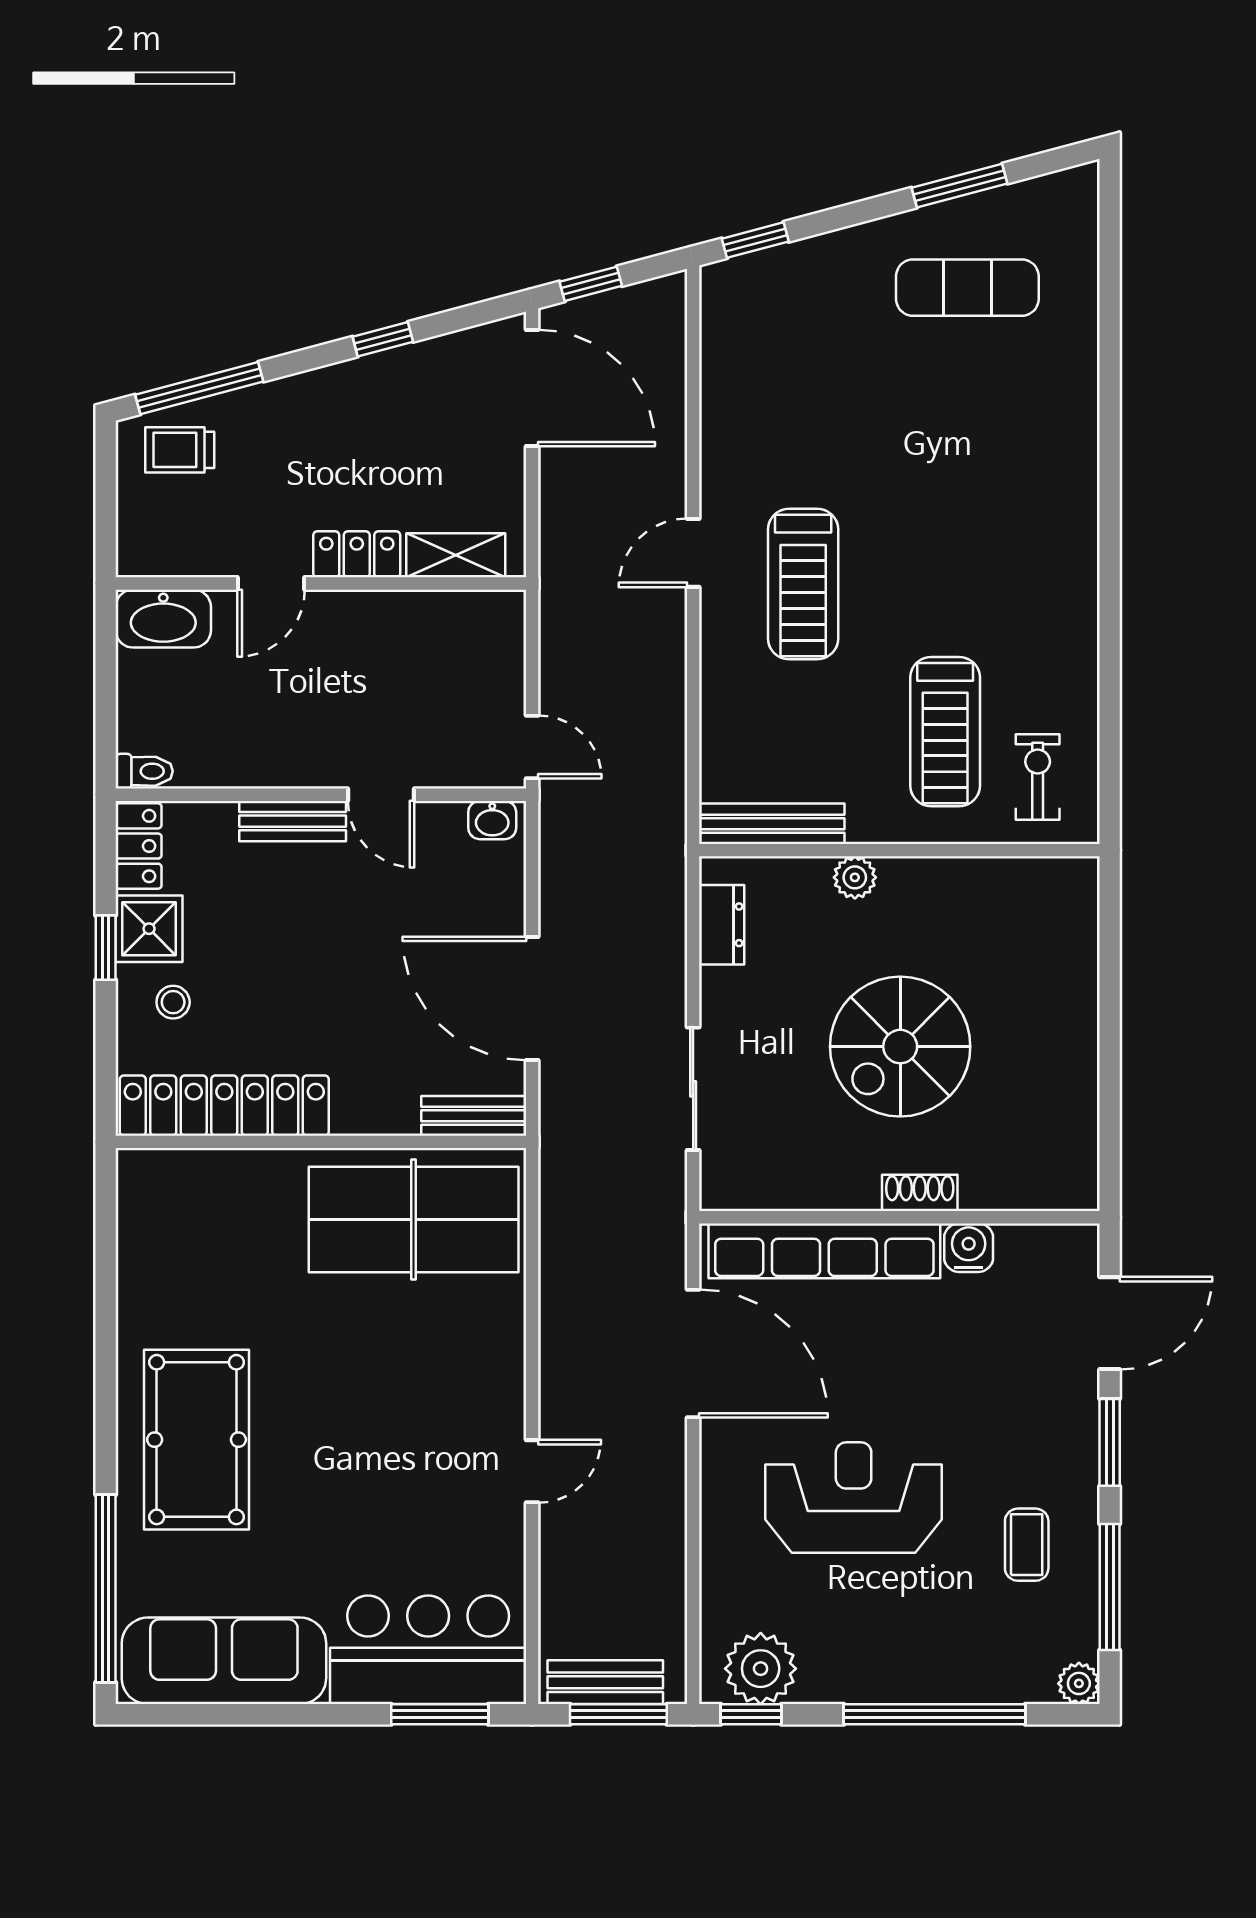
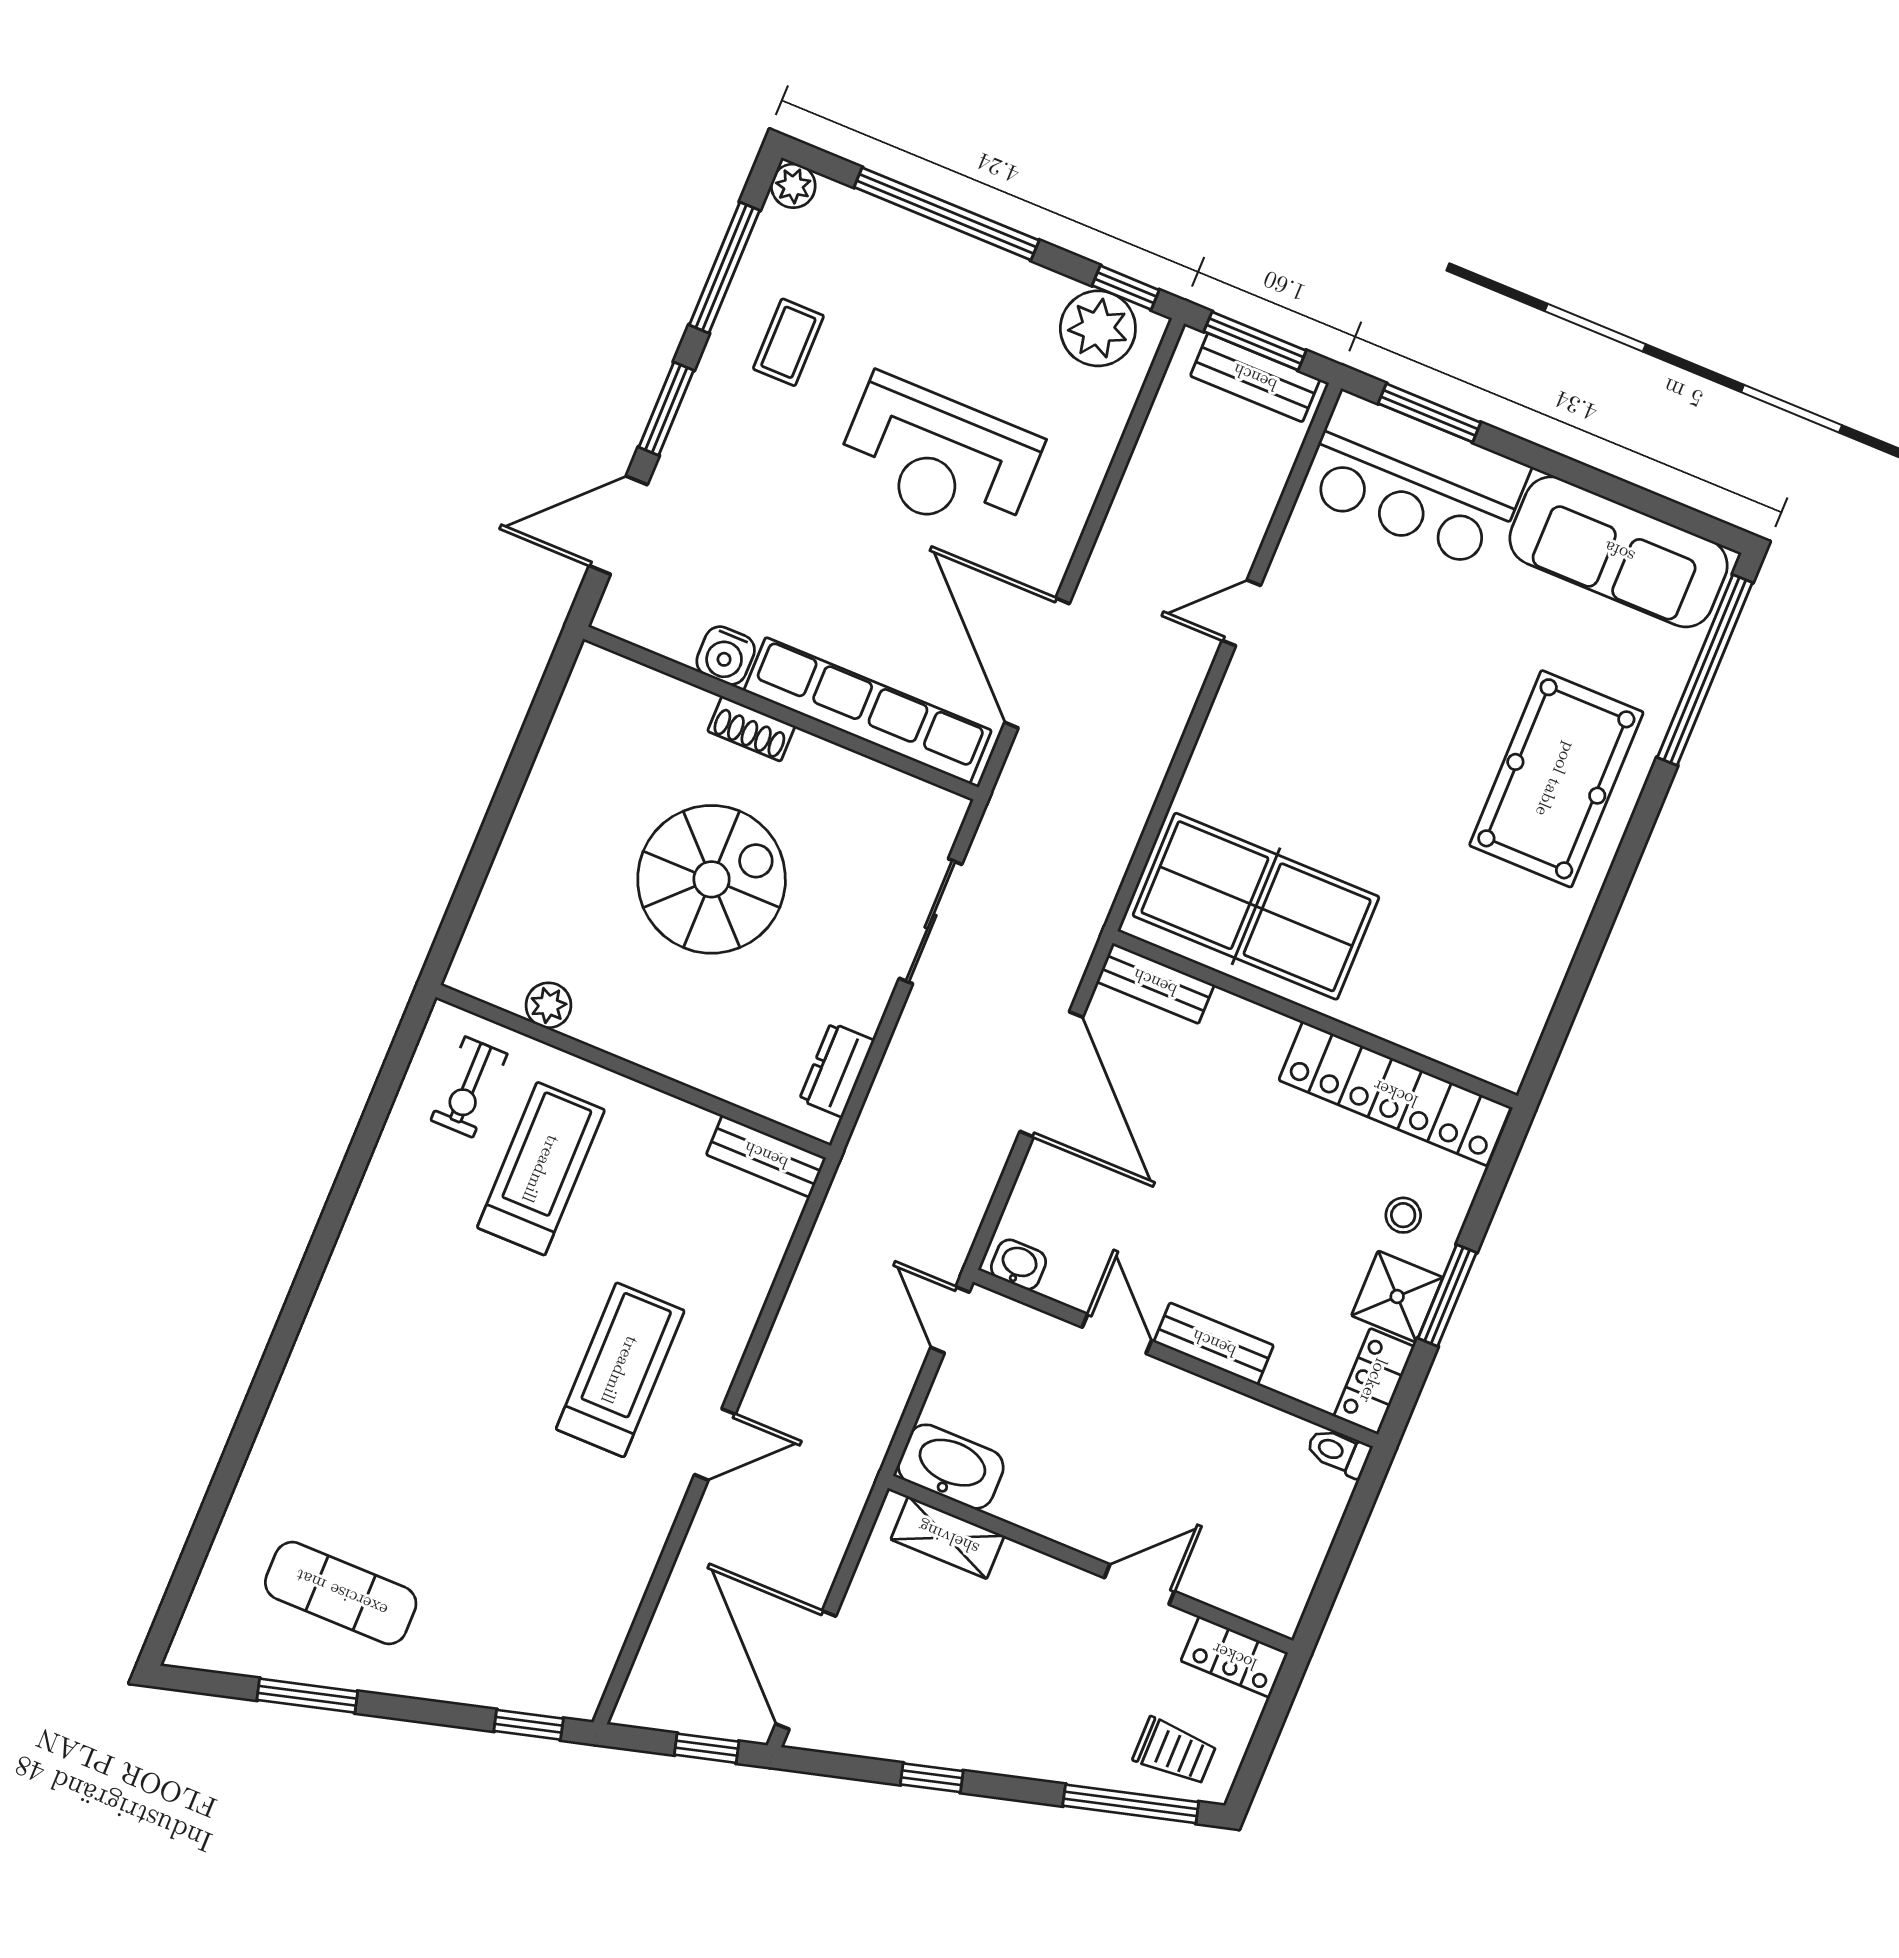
locker: (357, 554) -> (1234, 1657), moved
washbasin: (163, 619) -> (951, 1467), moved
bench: (772, 824) -> (766, 1156), width x0.73
plant: (855, 877) -> (548, 1005), moved
window: (106, 948) -> (1447, 1295), width x1.50

